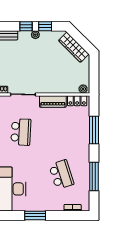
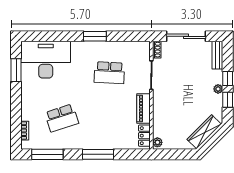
window: (94, 130) -> (98, 154), moved
window: (94, 177) -> (47, 154), moved
window: (35, 215) -> (16, 70), moved

